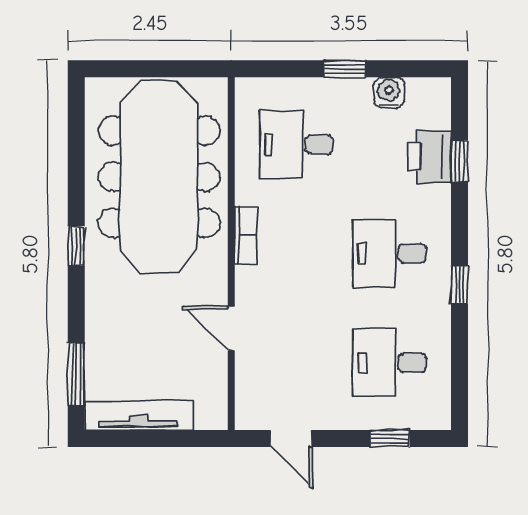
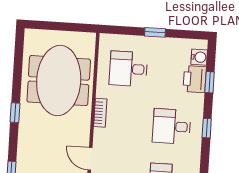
water cooler: (389, 93) -> (199, 57), moved, turned 90
meeting table: (159, 177) -> (59, 81), width x0.73
window: (459, 285) -> (207, 128), moved

